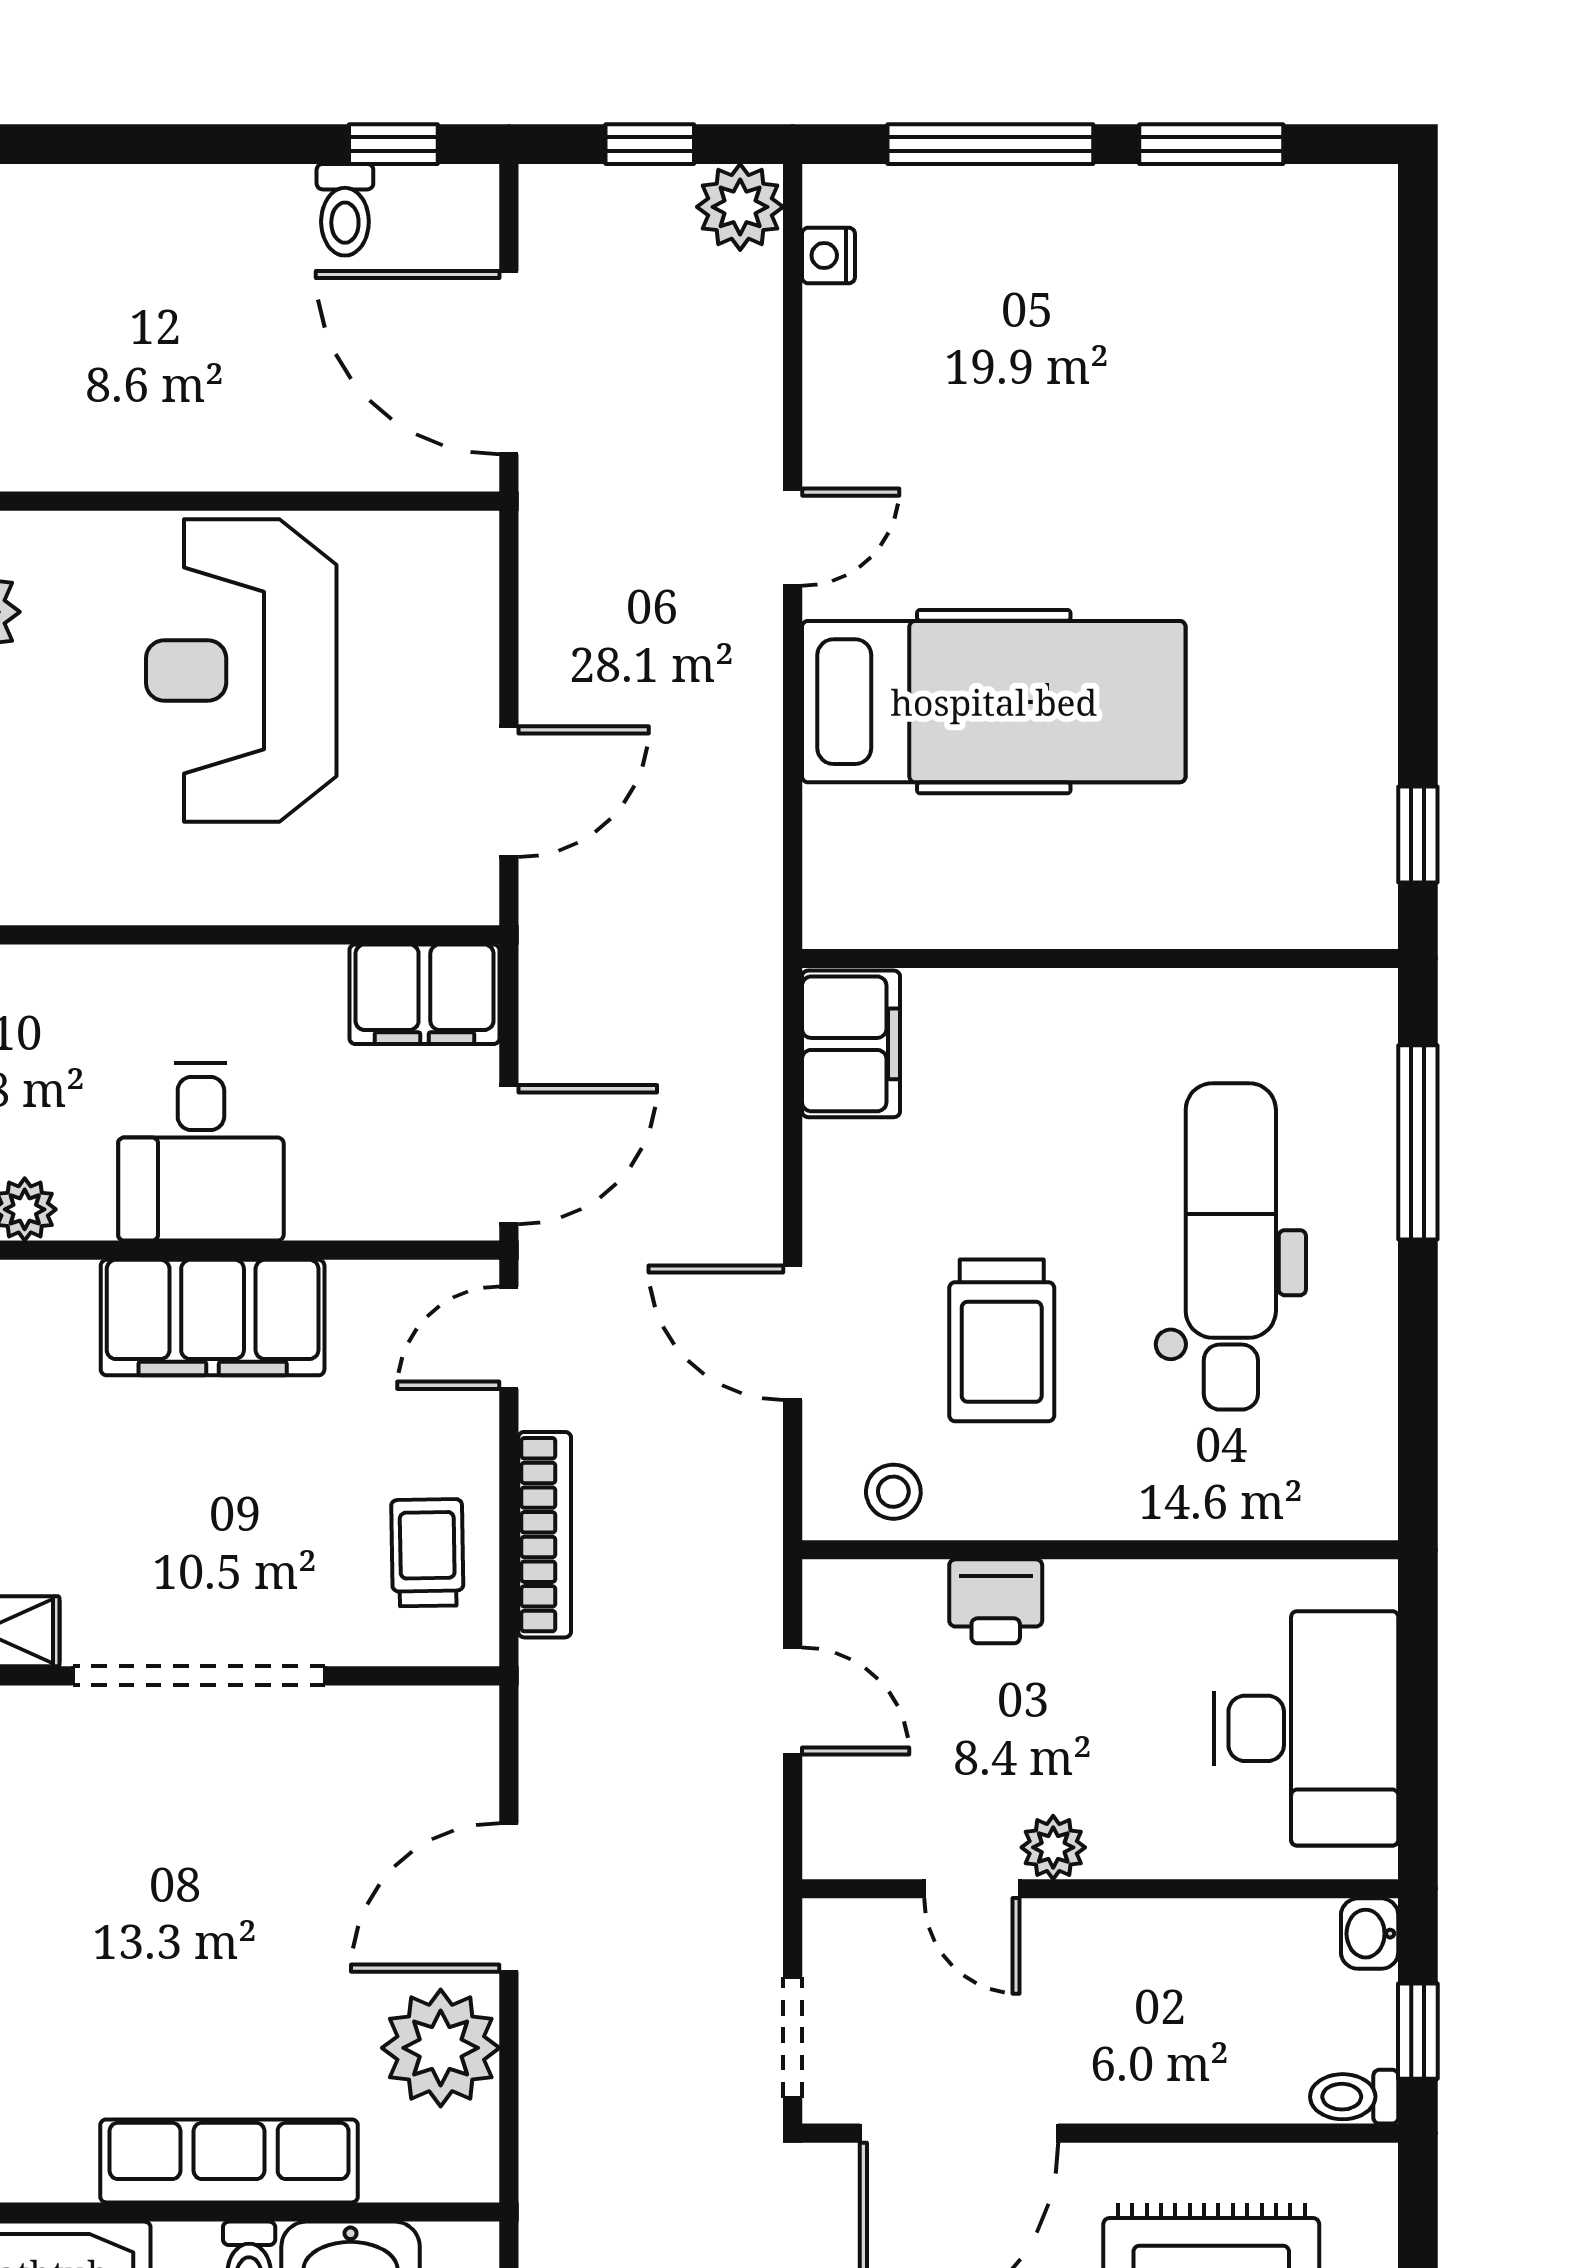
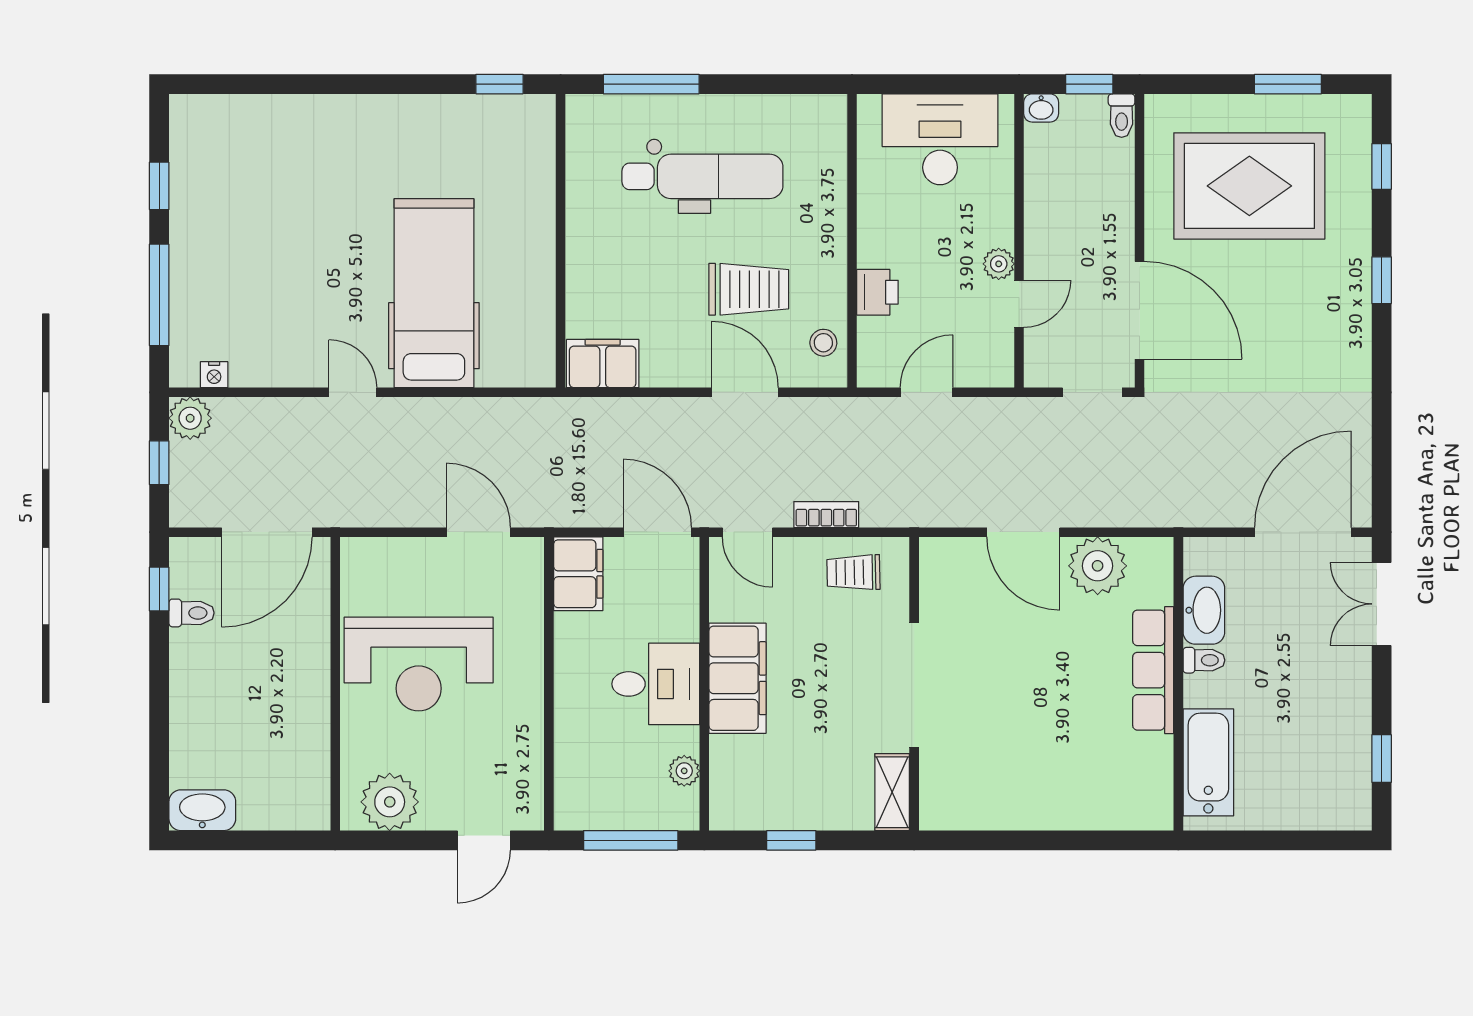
window: (1211, 144) -> (159, 186), width x0.67
dental chair: (1231, 1246) -> (702, 176), turned 180
door: (793, 1333) -> (745, 392), swing flipped
bookcase: (545, 1535) -> (826, 515), width x0.64

